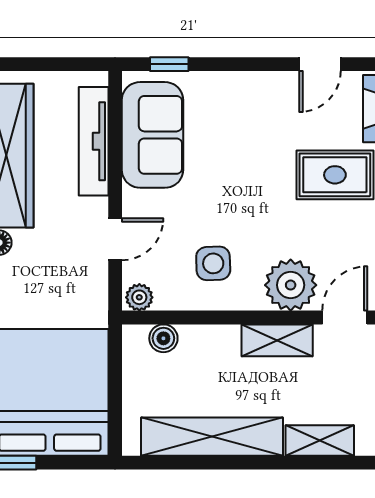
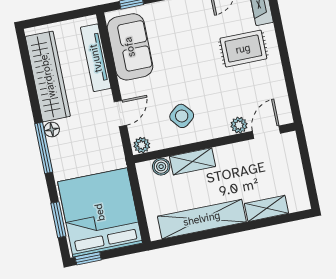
side table: (213, 263) -> (182, 116), turned -37
plant: (291, 285) -> (239, 125), width x0.53, depth x0.53
shelving: (277, 340) -> (193, 161), moved

